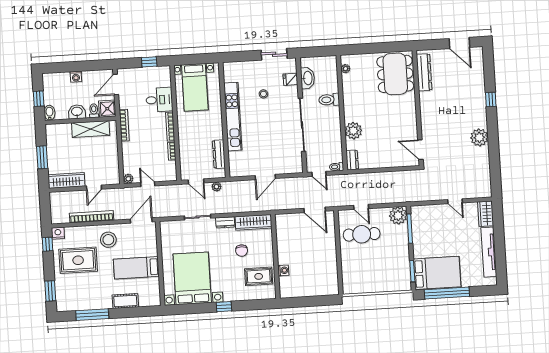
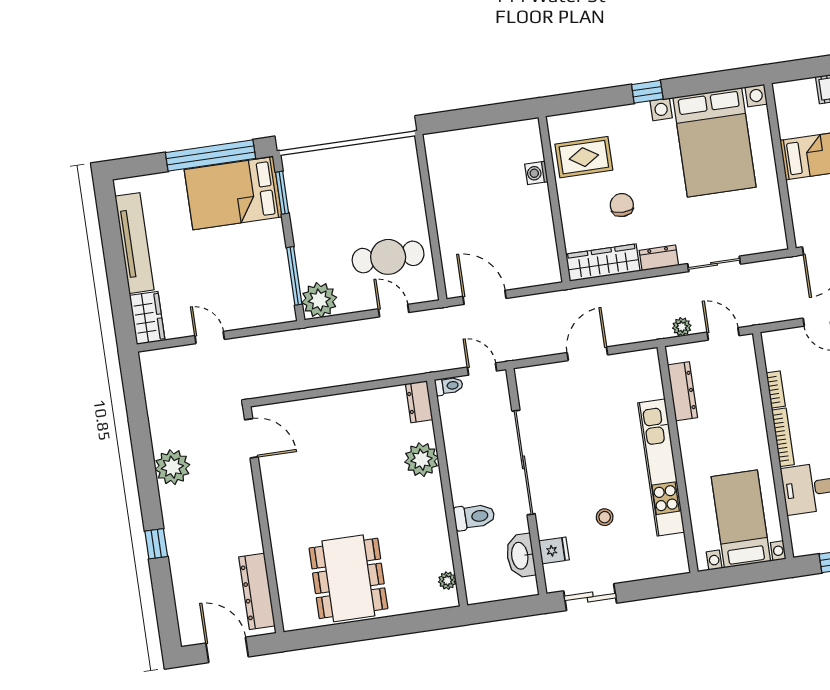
dresser: (424, 72) -> (257, 591), moved
wall: (418, 108) -> (263, 520), moved
door: (420, 150) -> (251, 438), moved

